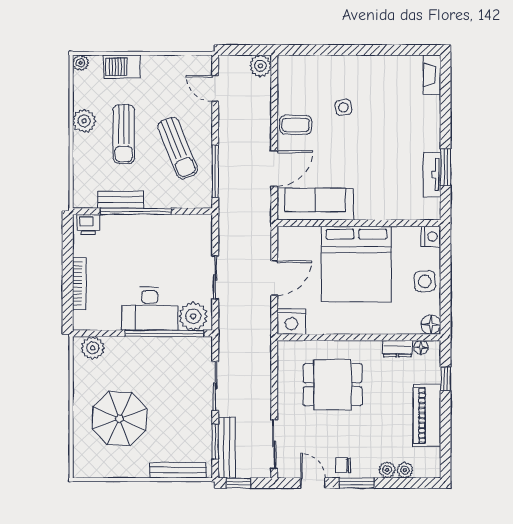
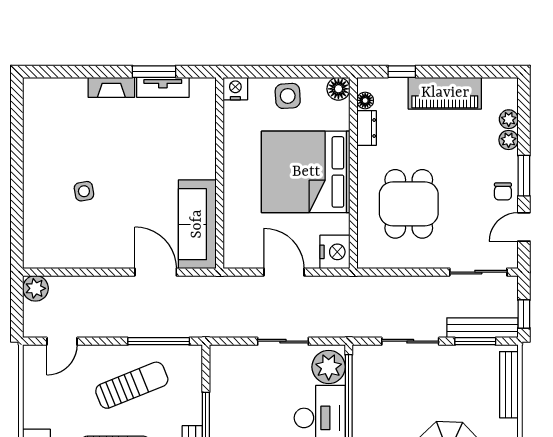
fireplace: (432, 75) -> (111, 87), moved
coffee table: (296, 125) -> (105, 247), removed
bed: (356, 264) -> (306, 172), moved, turned 180

